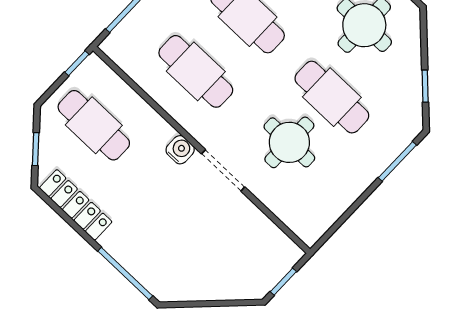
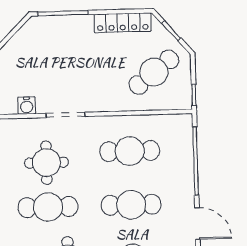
cafe table: (94, 125) -> (154, 72), turned -38
water cooler: (180, 150) -> (27, 106), moved

